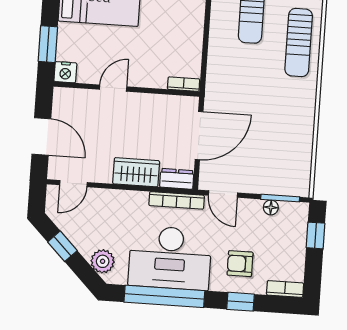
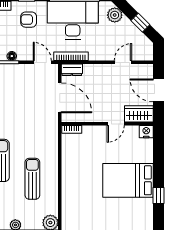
window: (48, 44) -> (158, 148), removed
door: (199, 136) -> (60, 98), swing flipped
wardrobe: (136, 172) -> (139, 114), moved, turned 180
door: (73, 184) -> (123, 62), moved
armchair: (240, 264) -> (29, 20), turned 180

